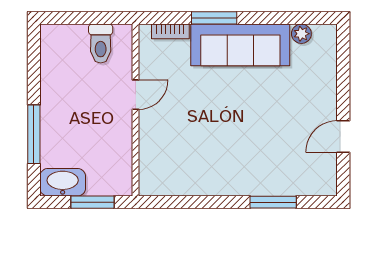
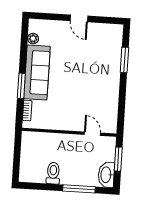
toilet: (101, 44) -> (53, 173), moved, turned -90
door: (136, 95) -> (92, 134), moved
door: (343, 136) -> (79, 18), moved

